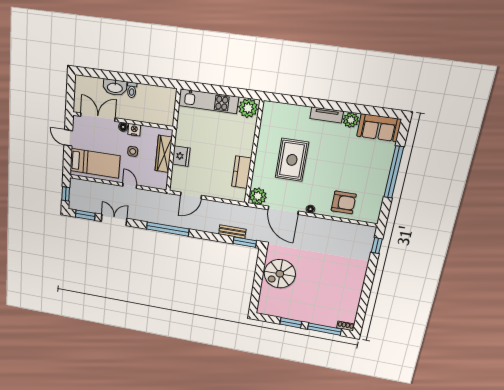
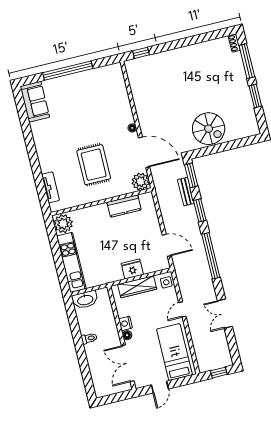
washbasin: (115, 87) -> (85, 300), moved, turned 90
tv unit: (327, 115) -> (50, 187), moved
plant: (351, 120) -> (38, 129), removed
side table: (133, 151) -> (166, 282), moved
rug: (292, 160) -> (94, 165), turned 90
armchair: (344, 202) -> (113, 101), removed
door: (283, 210) -> (144, 152), hinge flipped
window: (85, 215) -> (200, 210), moved

